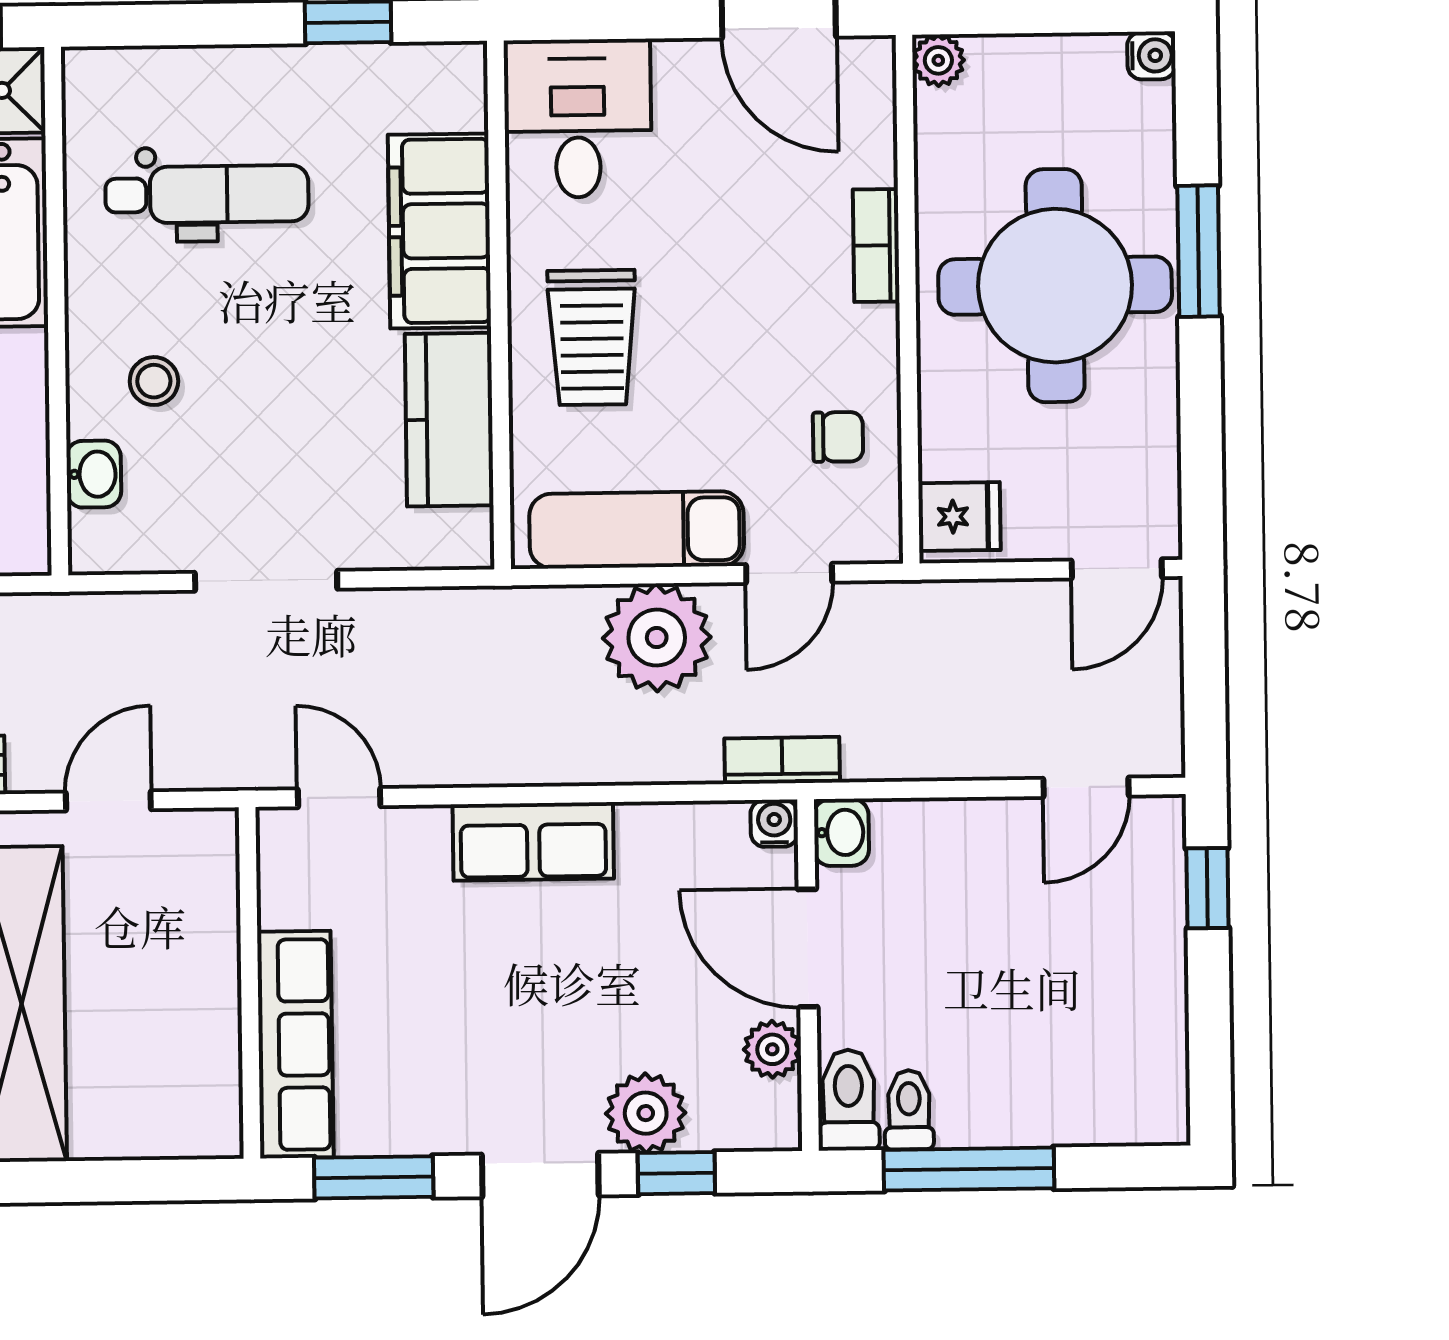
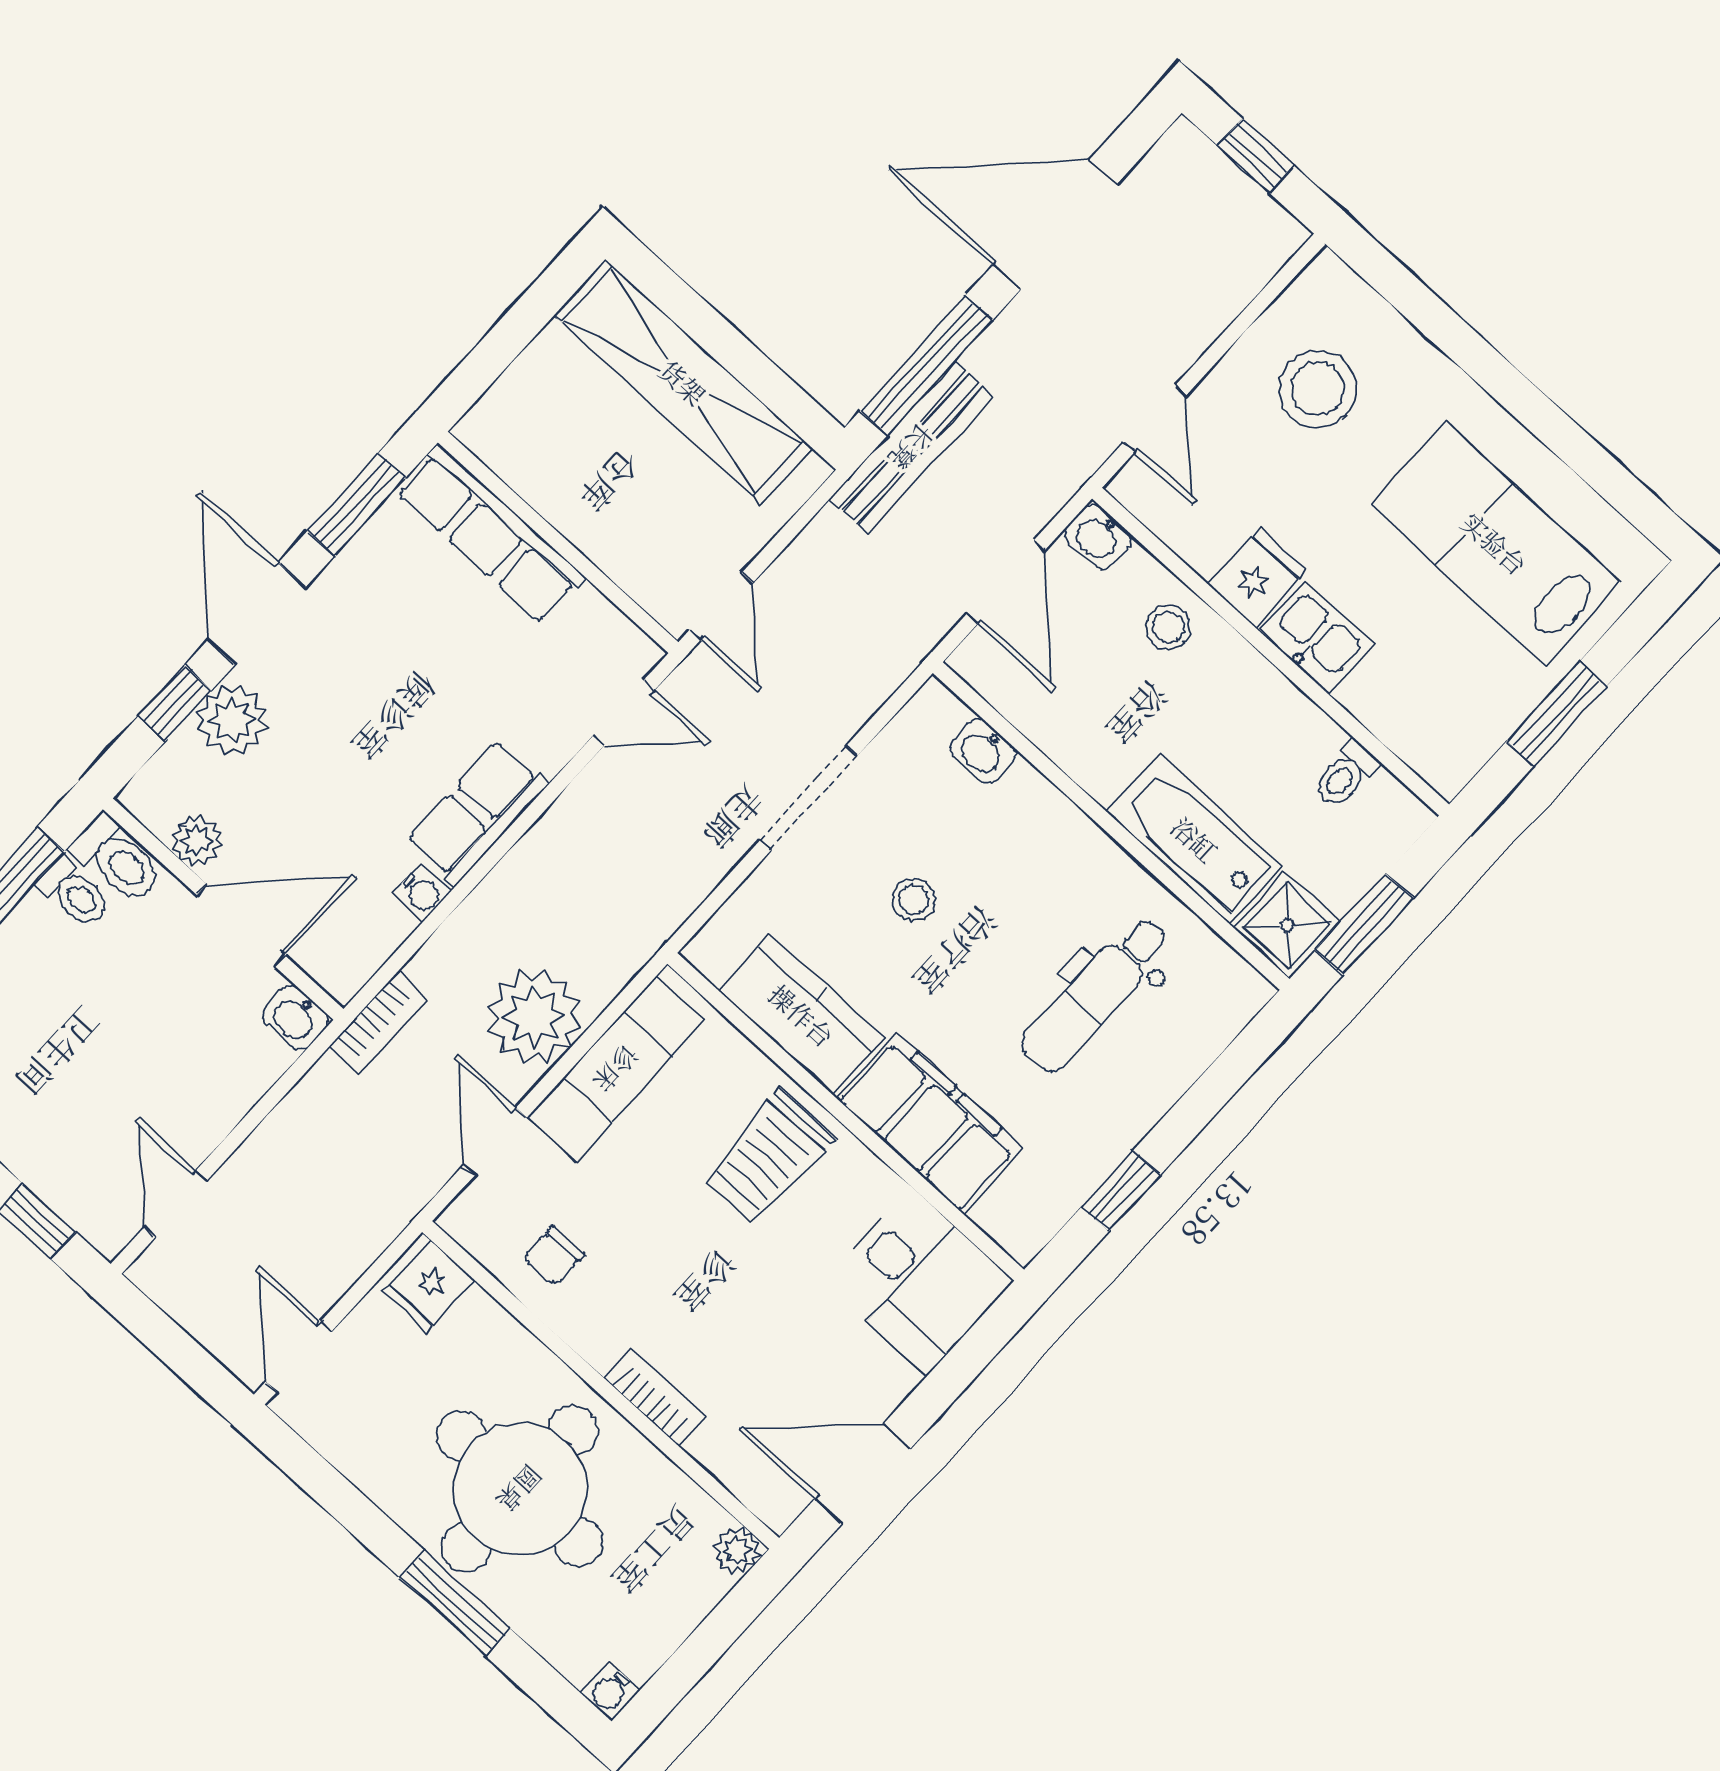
trolley: (592, 337) -> (768, 1157), turned -90
stool: (154, 381) -> (913, 900), moved
door: (108, 801) -> (721, 606), moved
water cooler: (774, 823) -> (421, 893), moved

